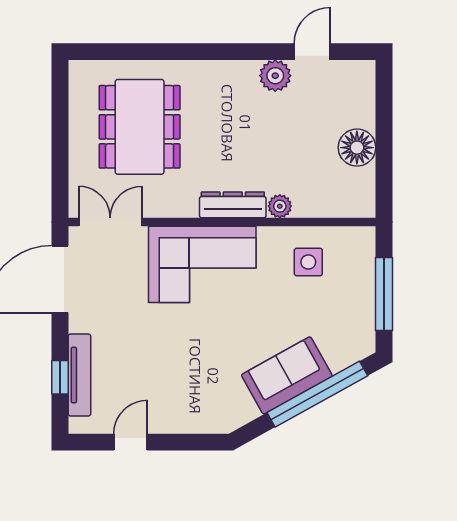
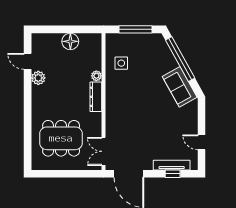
corner sofa: (202, 264) -> (122, 110), removed
sofa: (287, 375) -> (180, 87), moved

